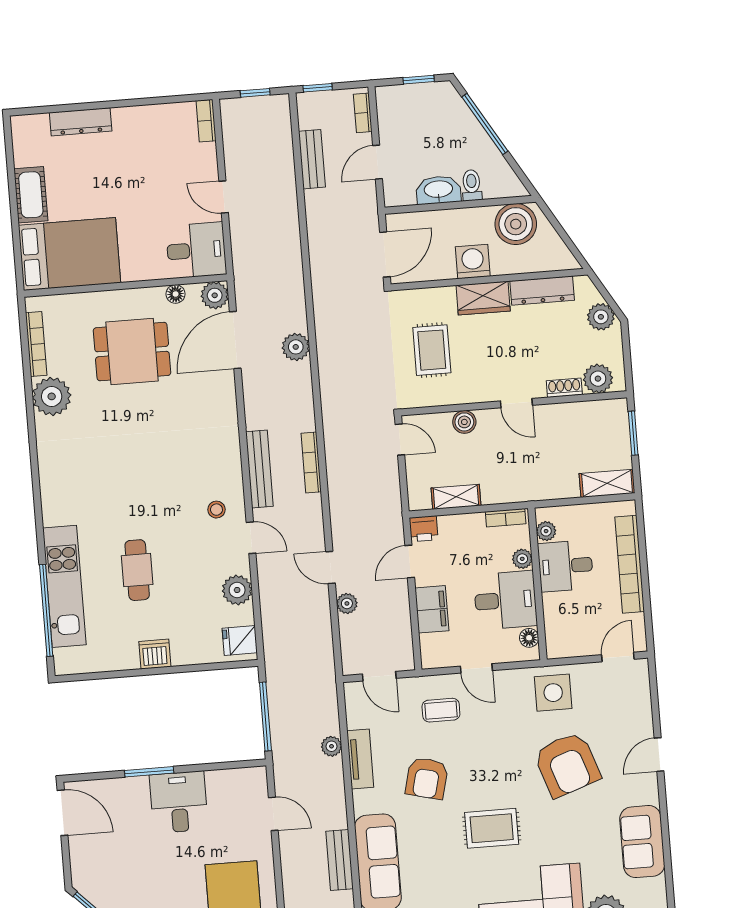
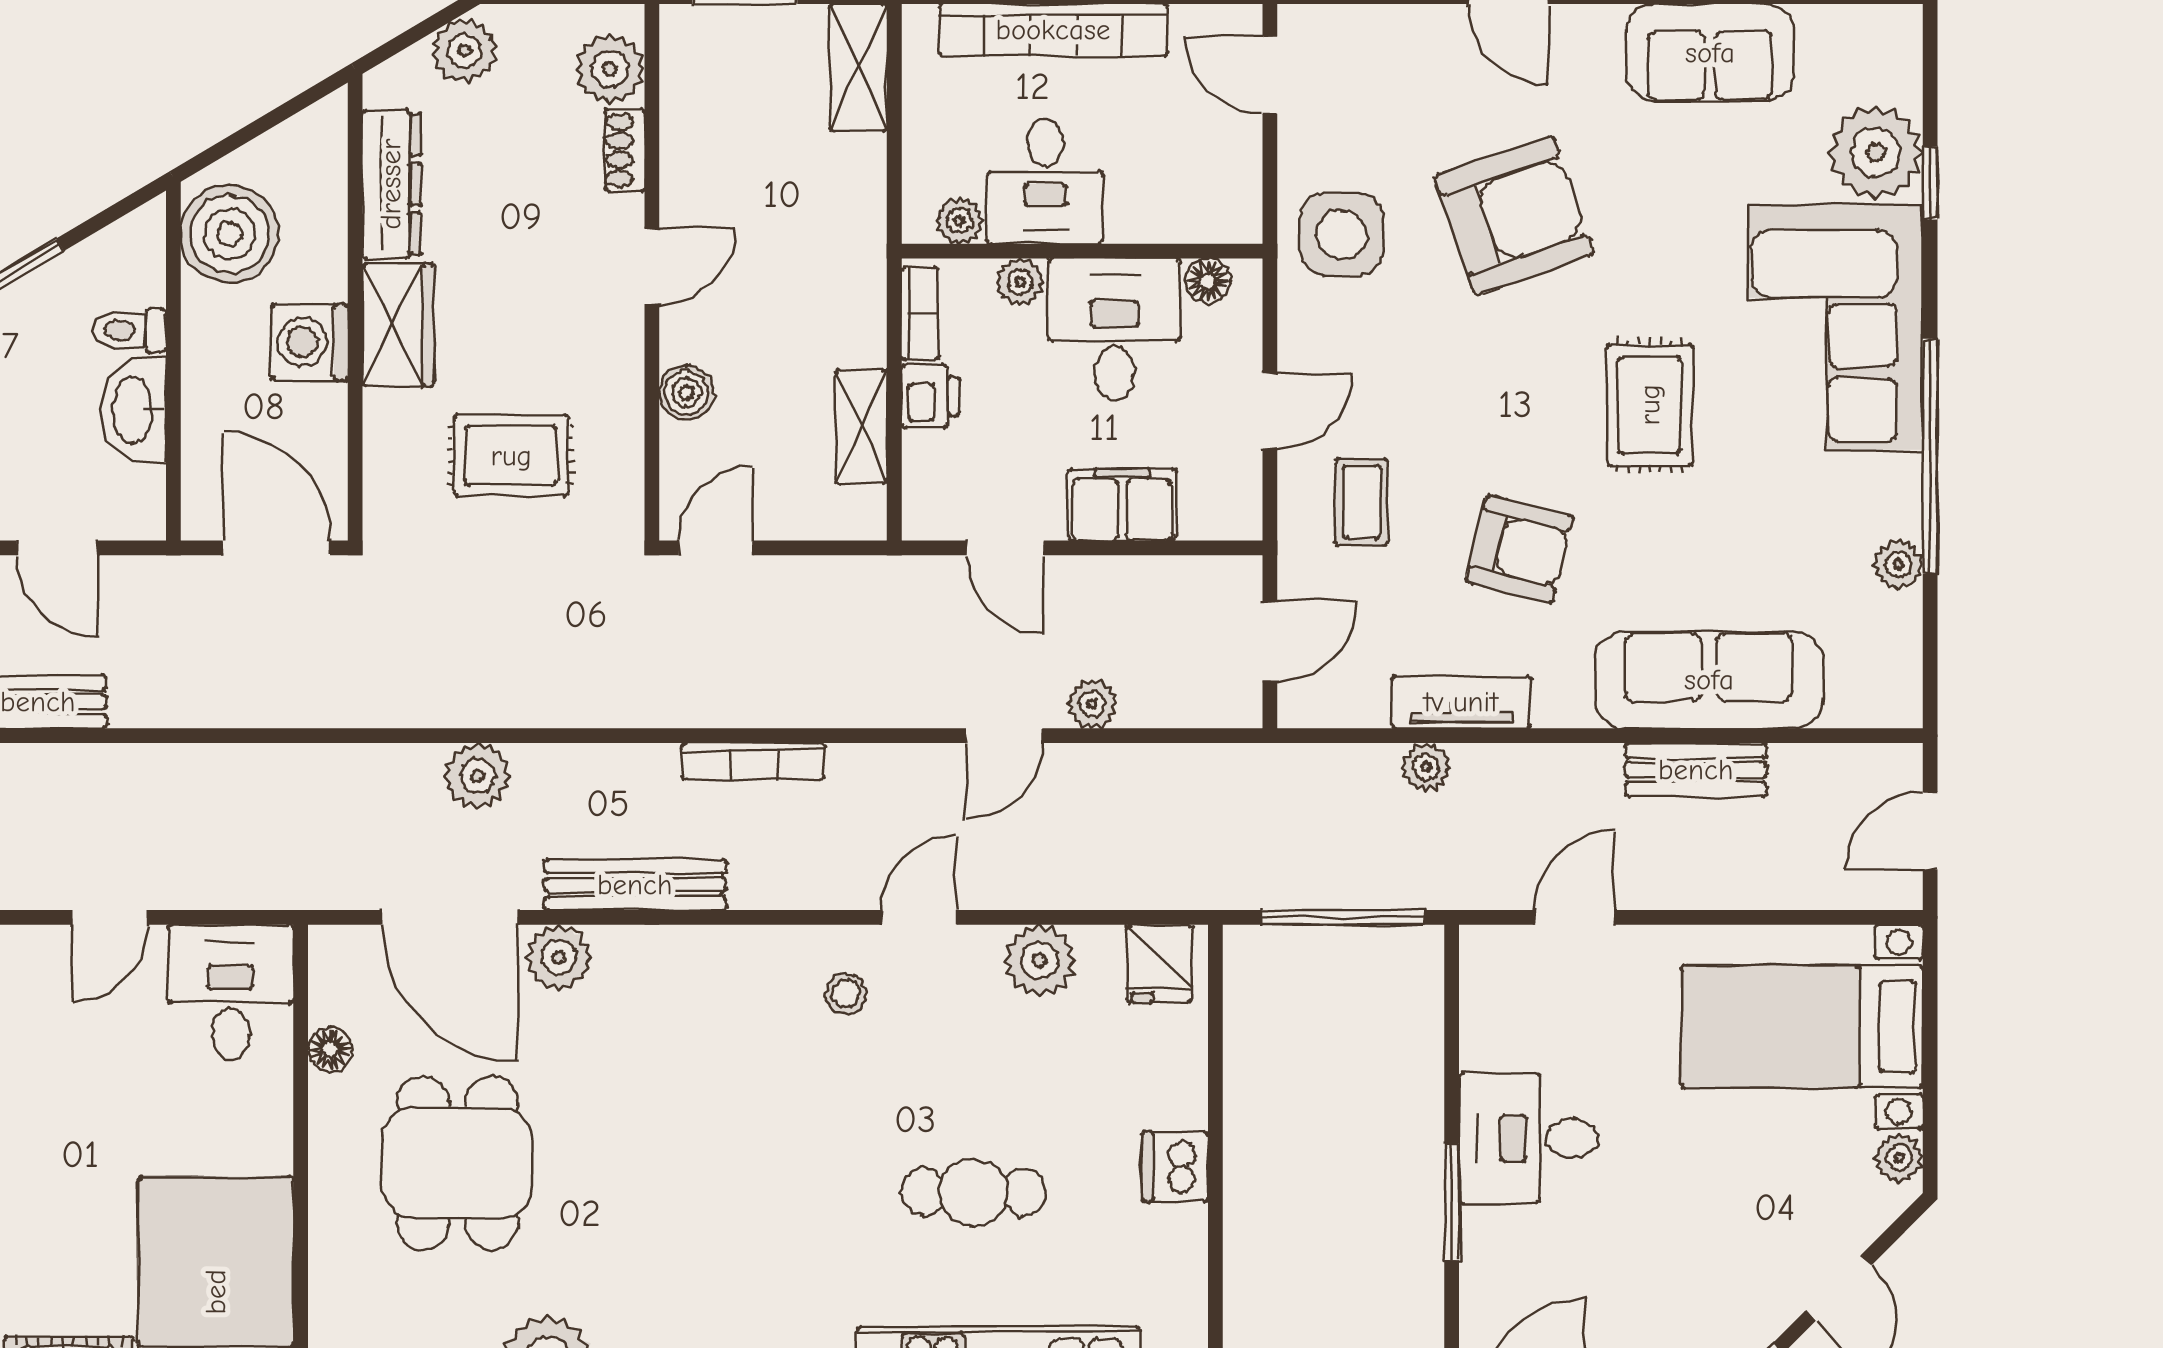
plant: (215, 295) -> (559, 957), moved
bench: (259, 469) -> (635, 885), moved
printer: (424, 529) -> (931, 396), moved

